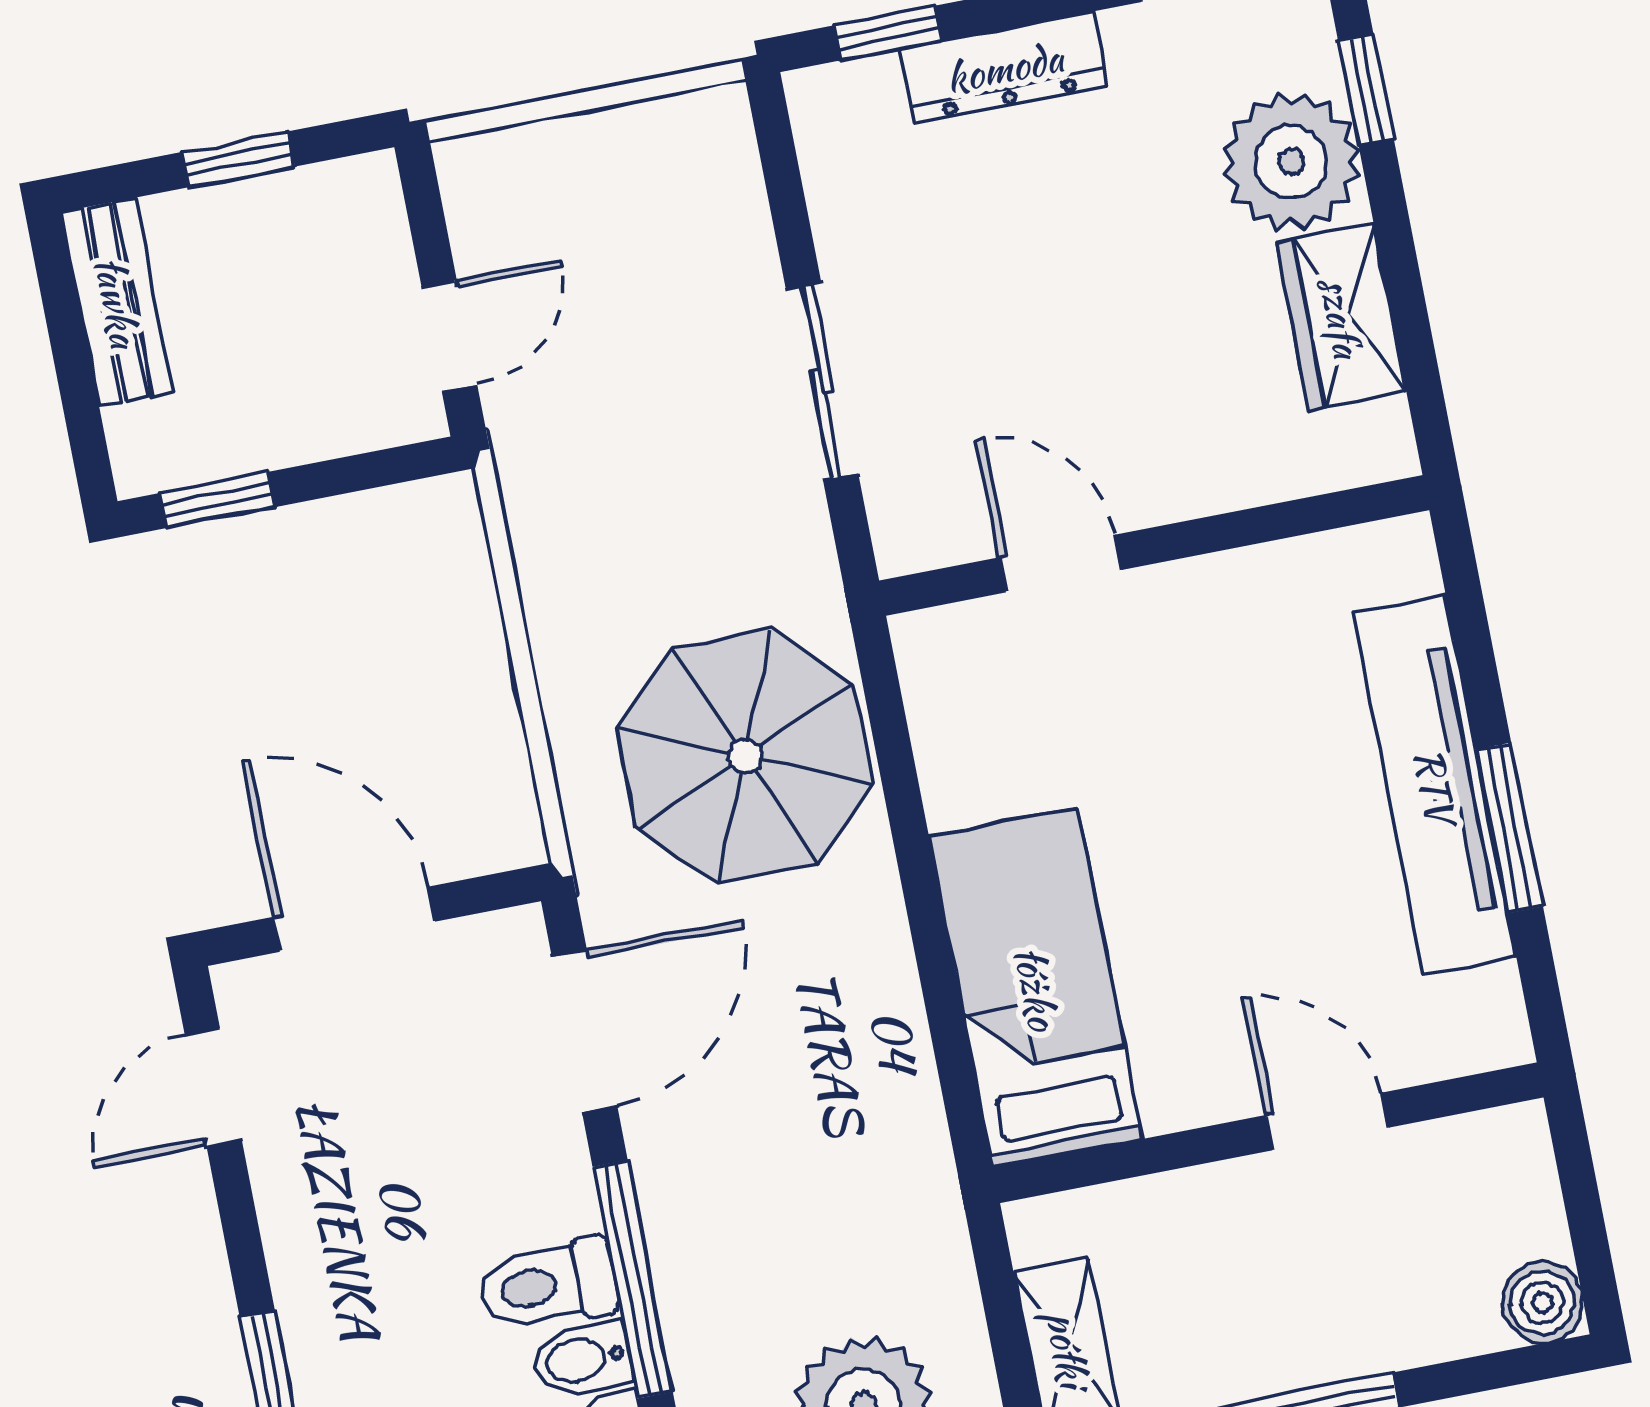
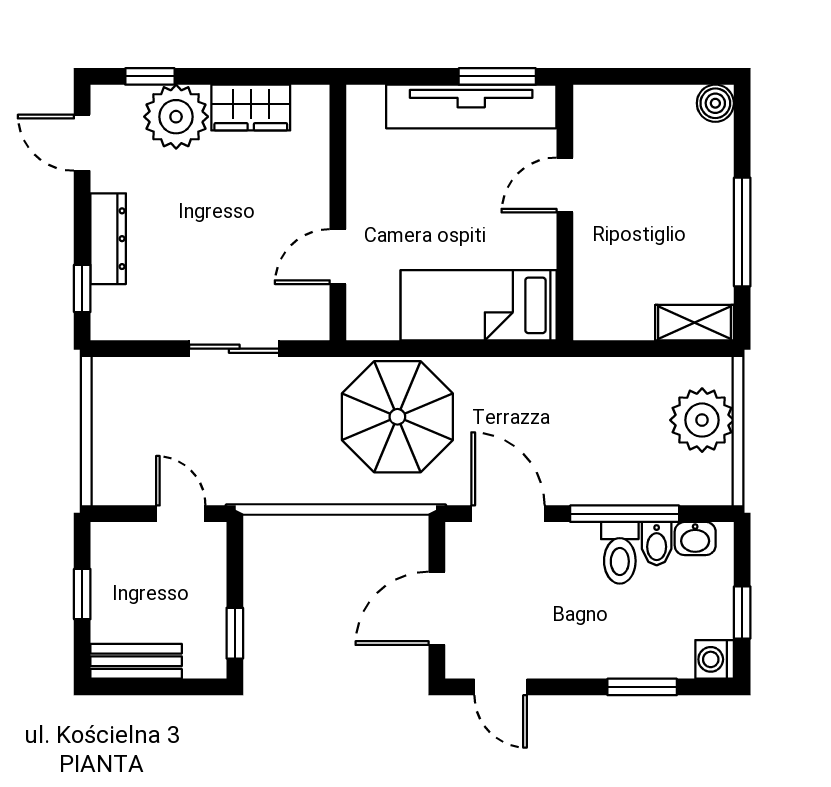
bed: (1036, 988) -> (479, 305), moved
door: (1327, 1121) -> (565, 185), moved
wall: (1268, 1133) -> (565, 213), moved

